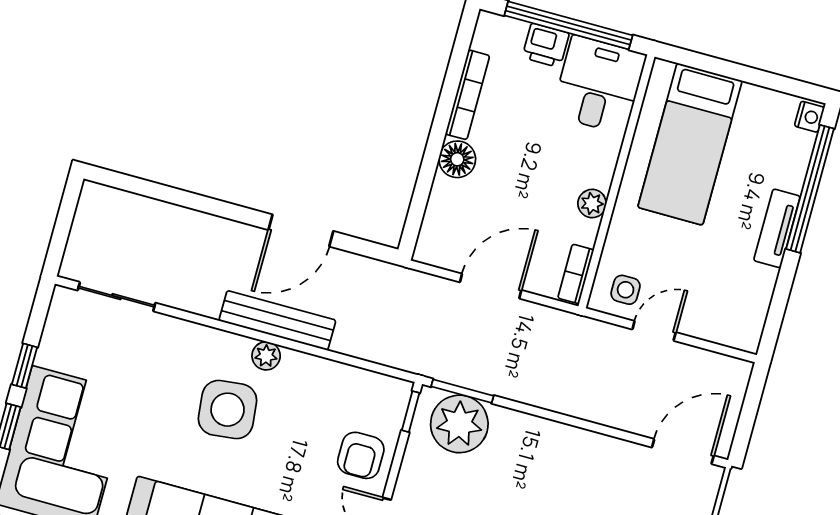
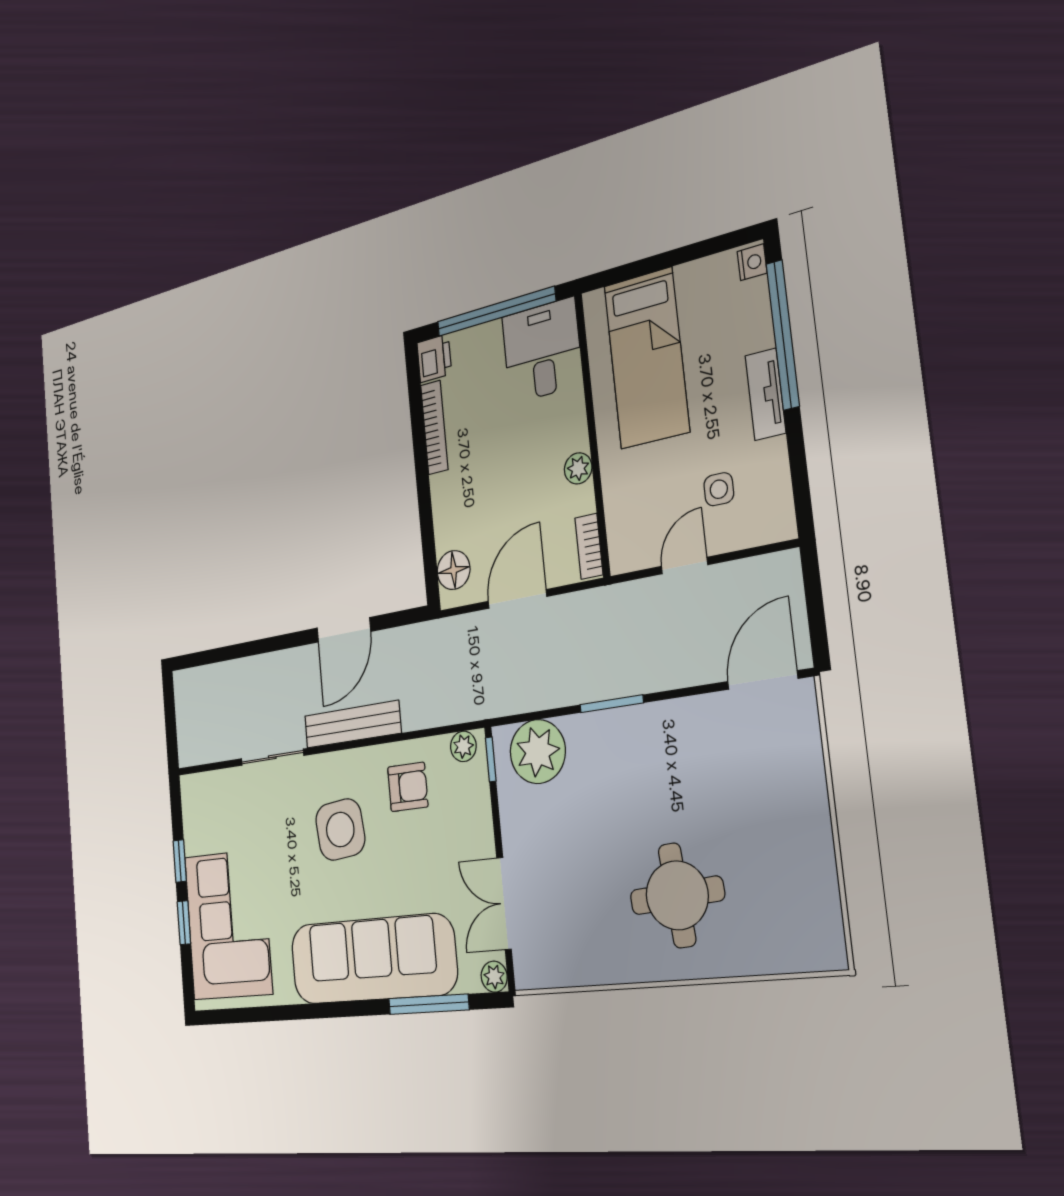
printer: (546, 45) -> (434, 358), moved, turned -90
floor lamp: (457, 159) -> (454, 570), moved
side table: (626, 290) -> (719, 489), moved
sliding door: (117, 297) -> (272, 757), moved
plant: (266, 356) -> (463, 746), moved
window: (462, 391) -> (611, 704), moved
armchair: (361, 455) -> (408, 787), moved, turned -90

